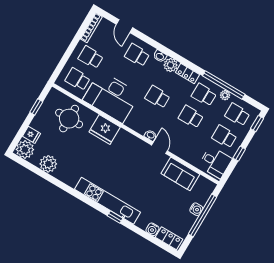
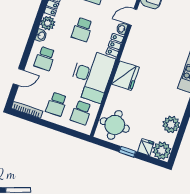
window: (36, 107) -> (127, 152), moved
round table: (69, 119) -> (115, 125), moved
locker: (136, 125) -> (115, 45), added

